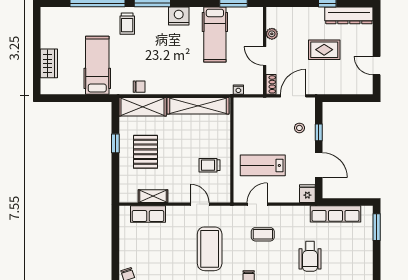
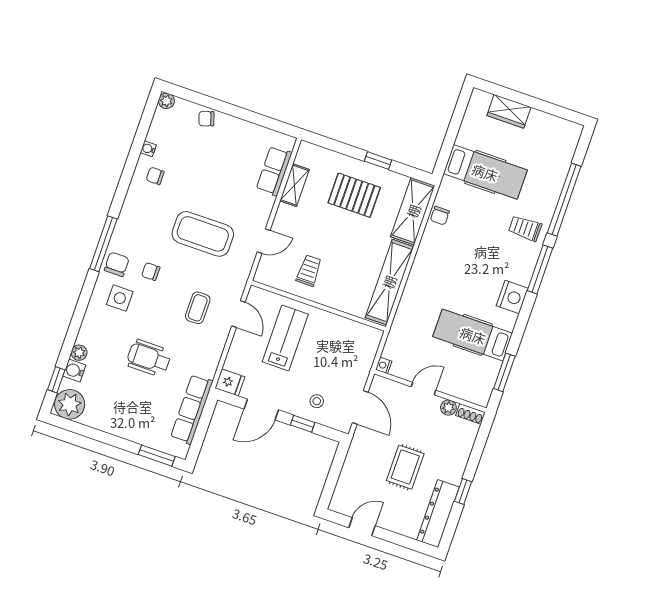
shoe rack: (271, 84) -> (470, 414), moved
nightstand: (238, 90) -> (384, 365), moved

